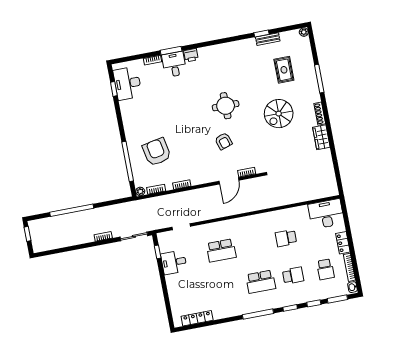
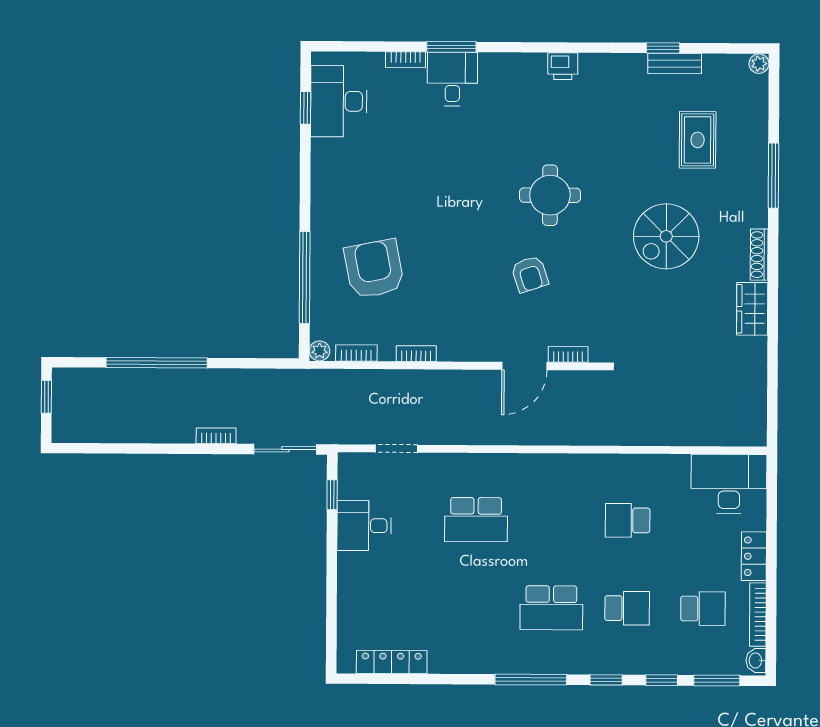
printer: (191, 55) -> (563, 66), moved
school desk: (325, 269) -> (703, 609), turned -90

